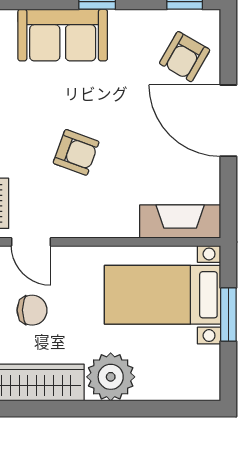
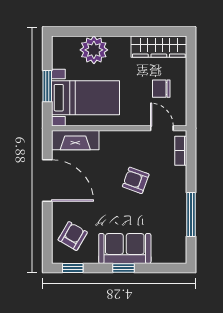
sofa: (63, 35) -> (125, 249), moved
door: (228, 121) -> (47, 181), moved
plant: (111, 377) -> (94, 50), moved

